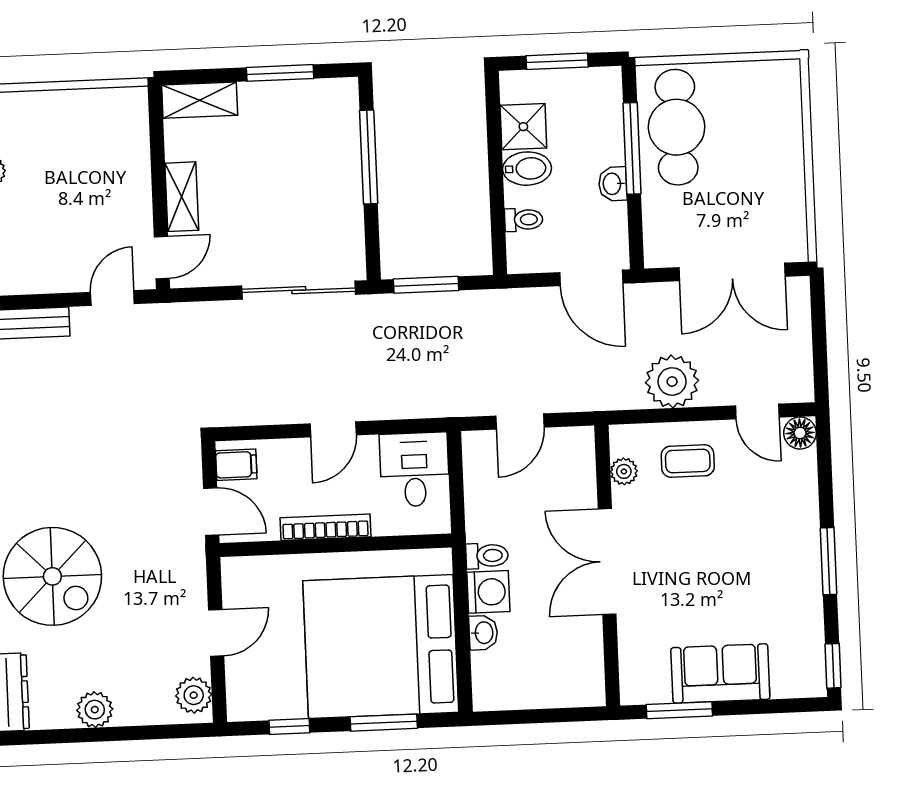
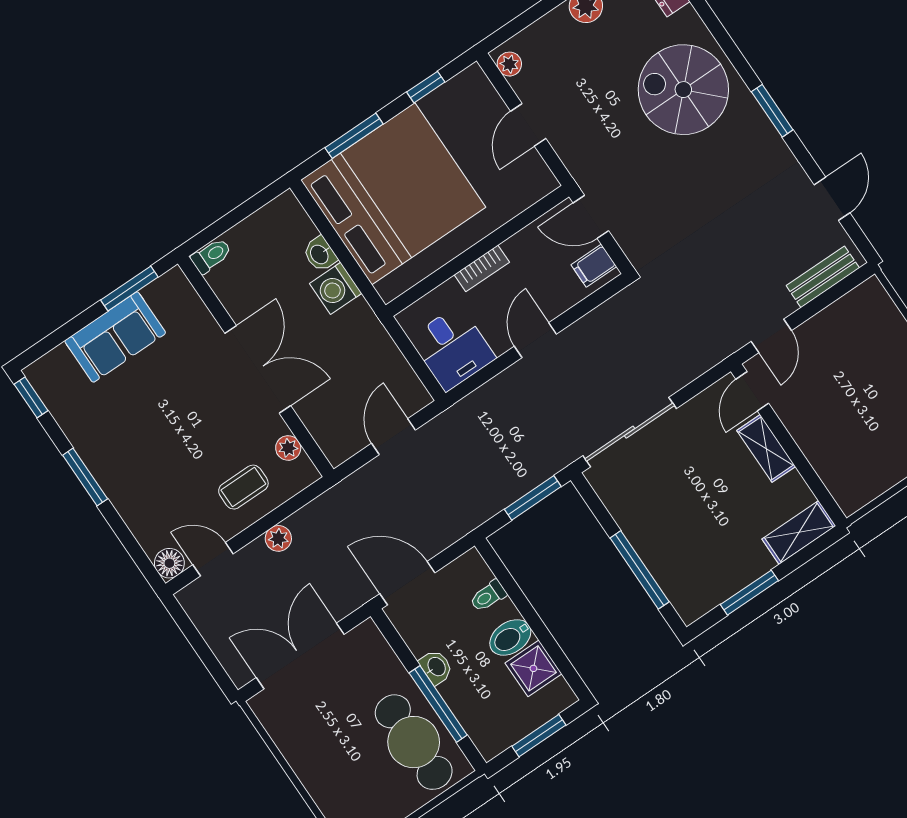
plant: (672, 382) -> (278, 538), width x0.53, depth x0.53
bookcase: (325, 527) -> (482, 268), width x0.64
toilet: (487, 556) -> (211, 256), moved, turned 180
plant: (194, 695) -> (509, 64), width x0.73, depth x0.73

